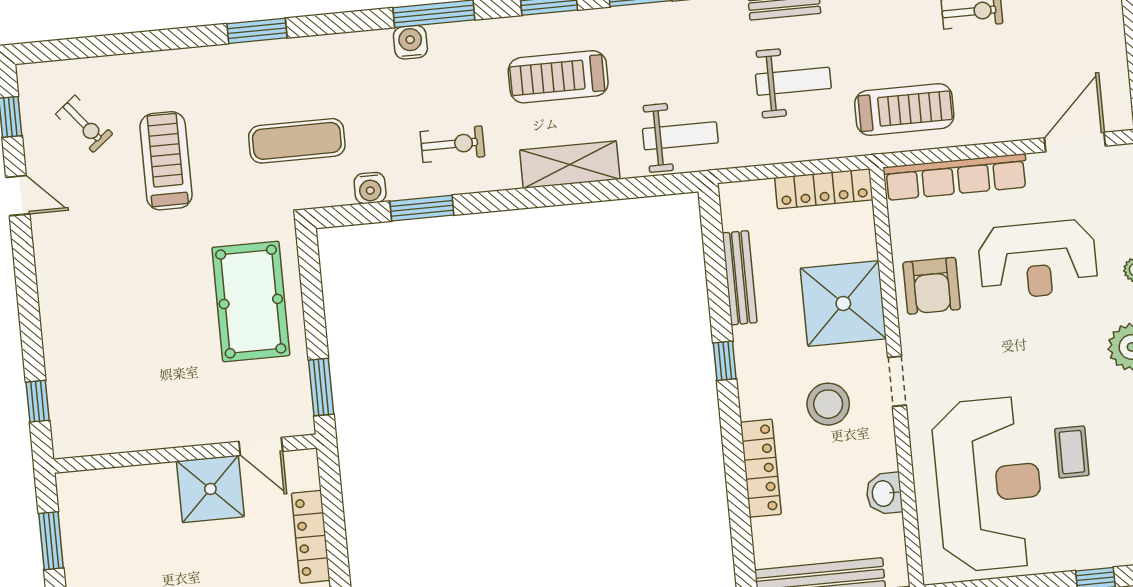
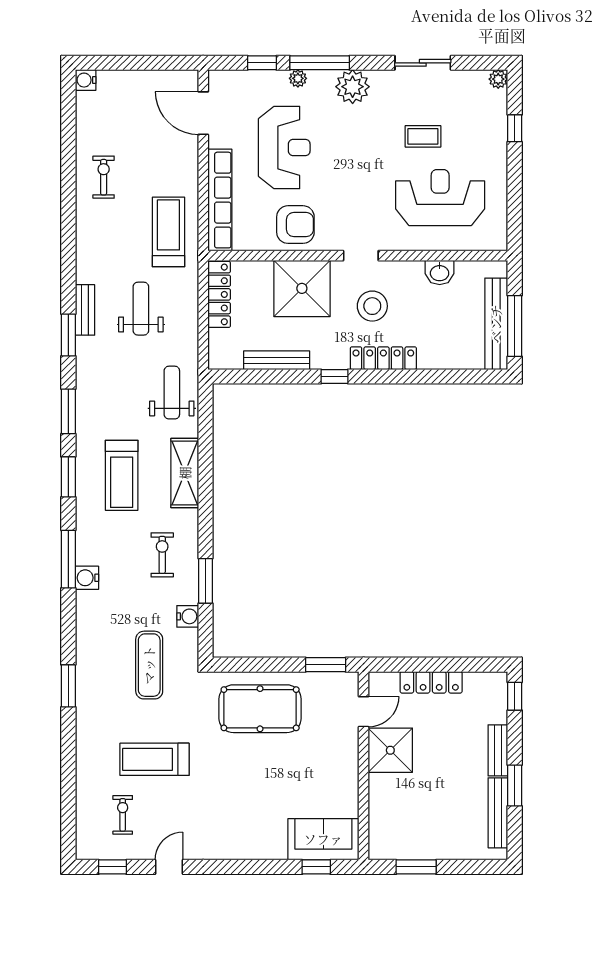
exercise bike: (84, 124) -> (123, 815), turned -51
sofa: (77, 407) -> (323, 839), added
locker: (761, 468) -> (383, 358), moved
reception desk: (989, 484) -> (440, 198), width x0.74, depth x0.77

